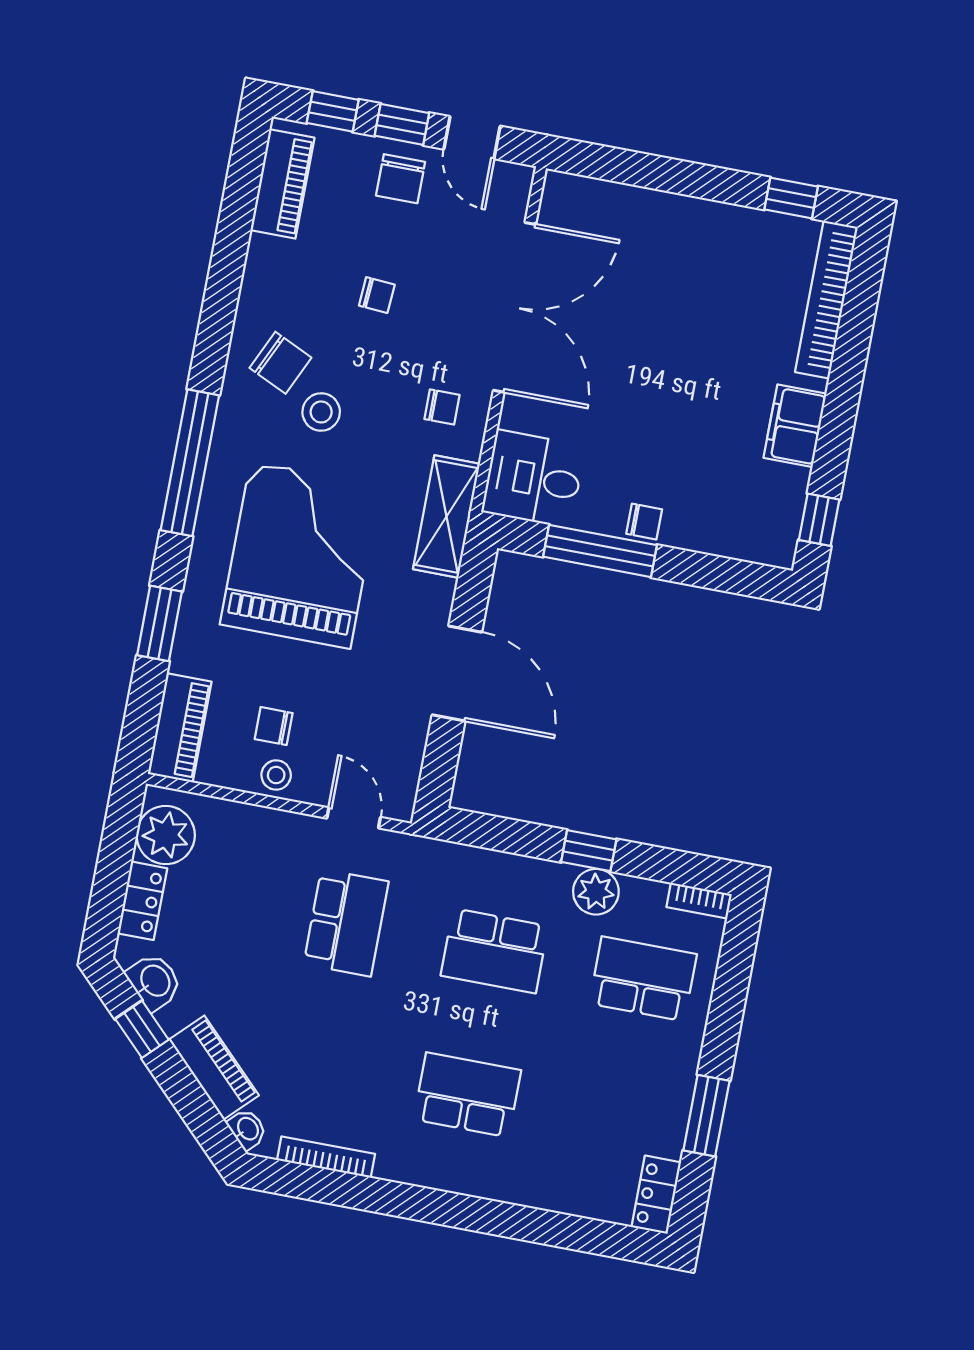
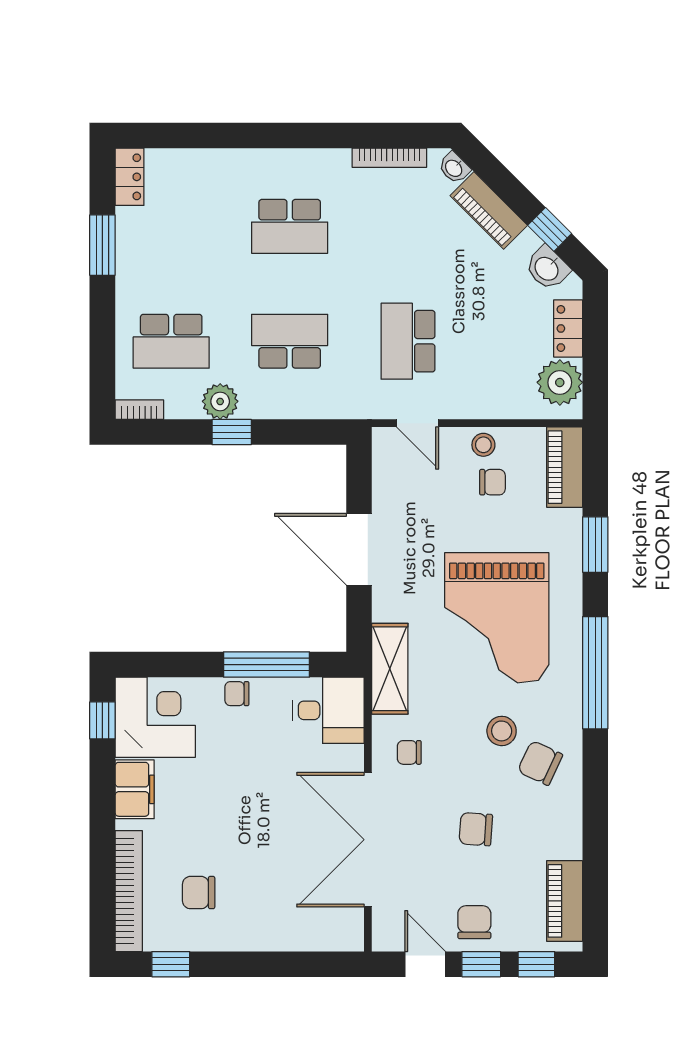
chair: (739, 281) -> (199, 893), added
chair: (377, 295) -> (476, 829), width x1.37, depth x1.37
corner desk: (752, 511) -> (155, 717), added

